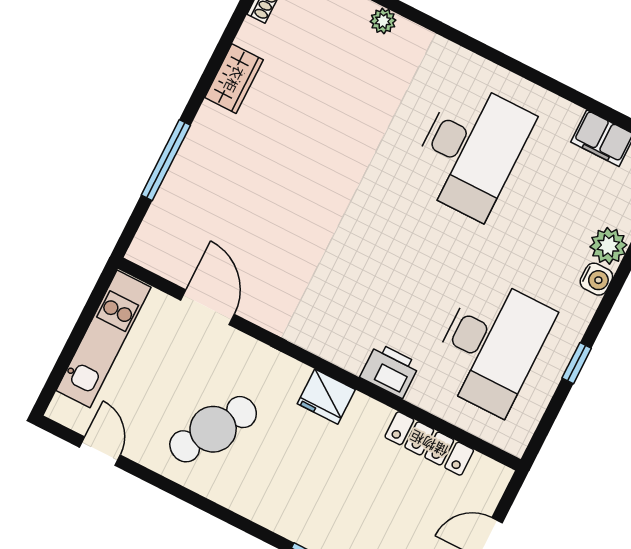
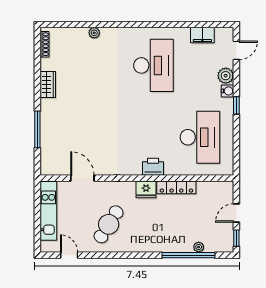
window: (577, 363) -> (236, 105), moved
printer: (390, 370) -> (153, 167), moved
locker: (429, 443) -> (176, 187), moved

